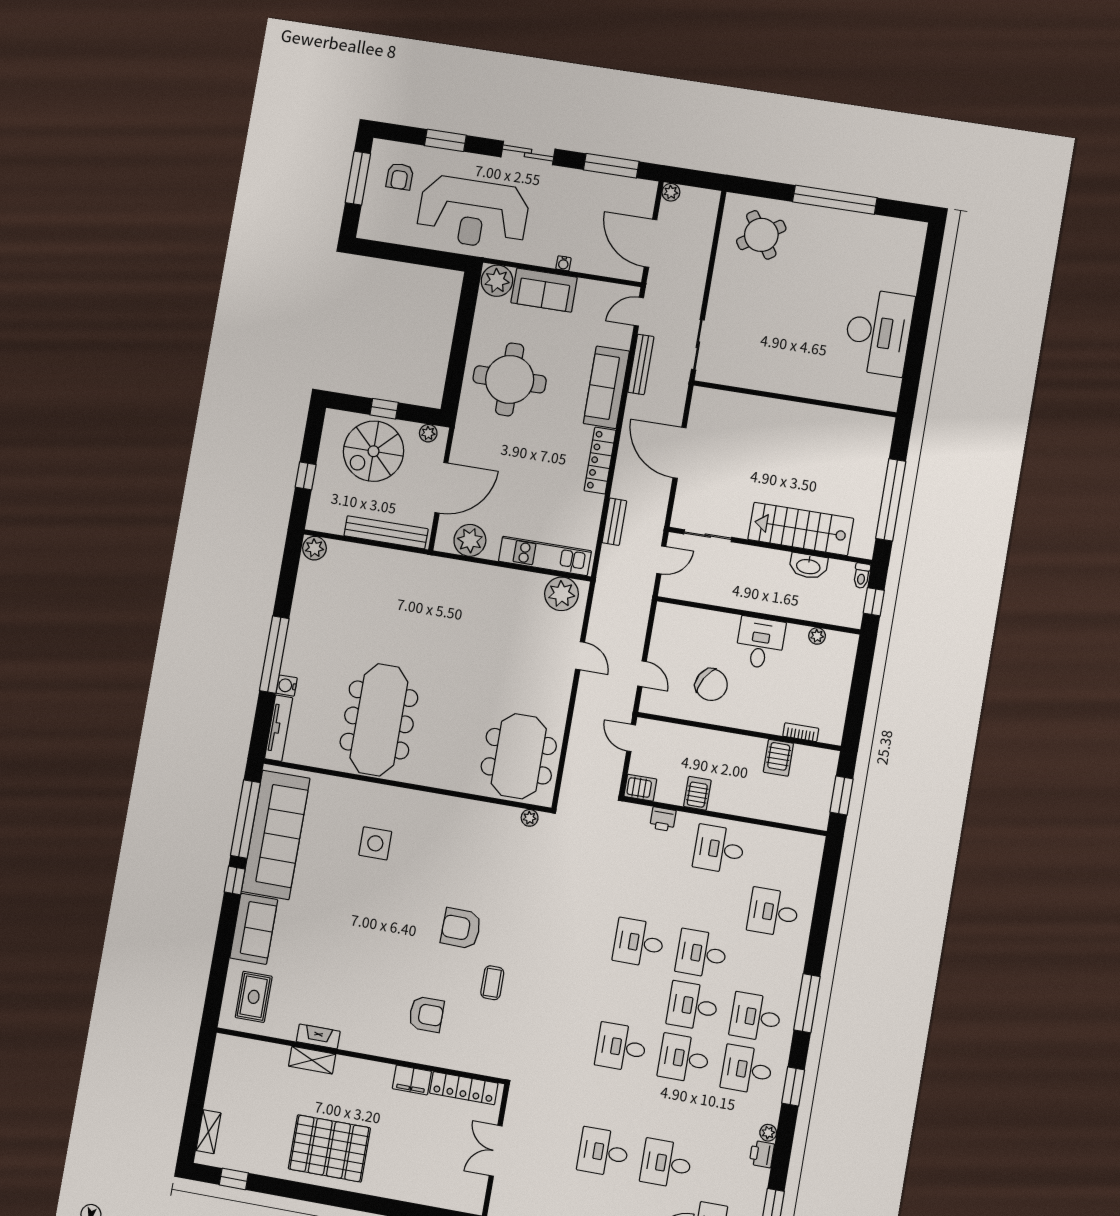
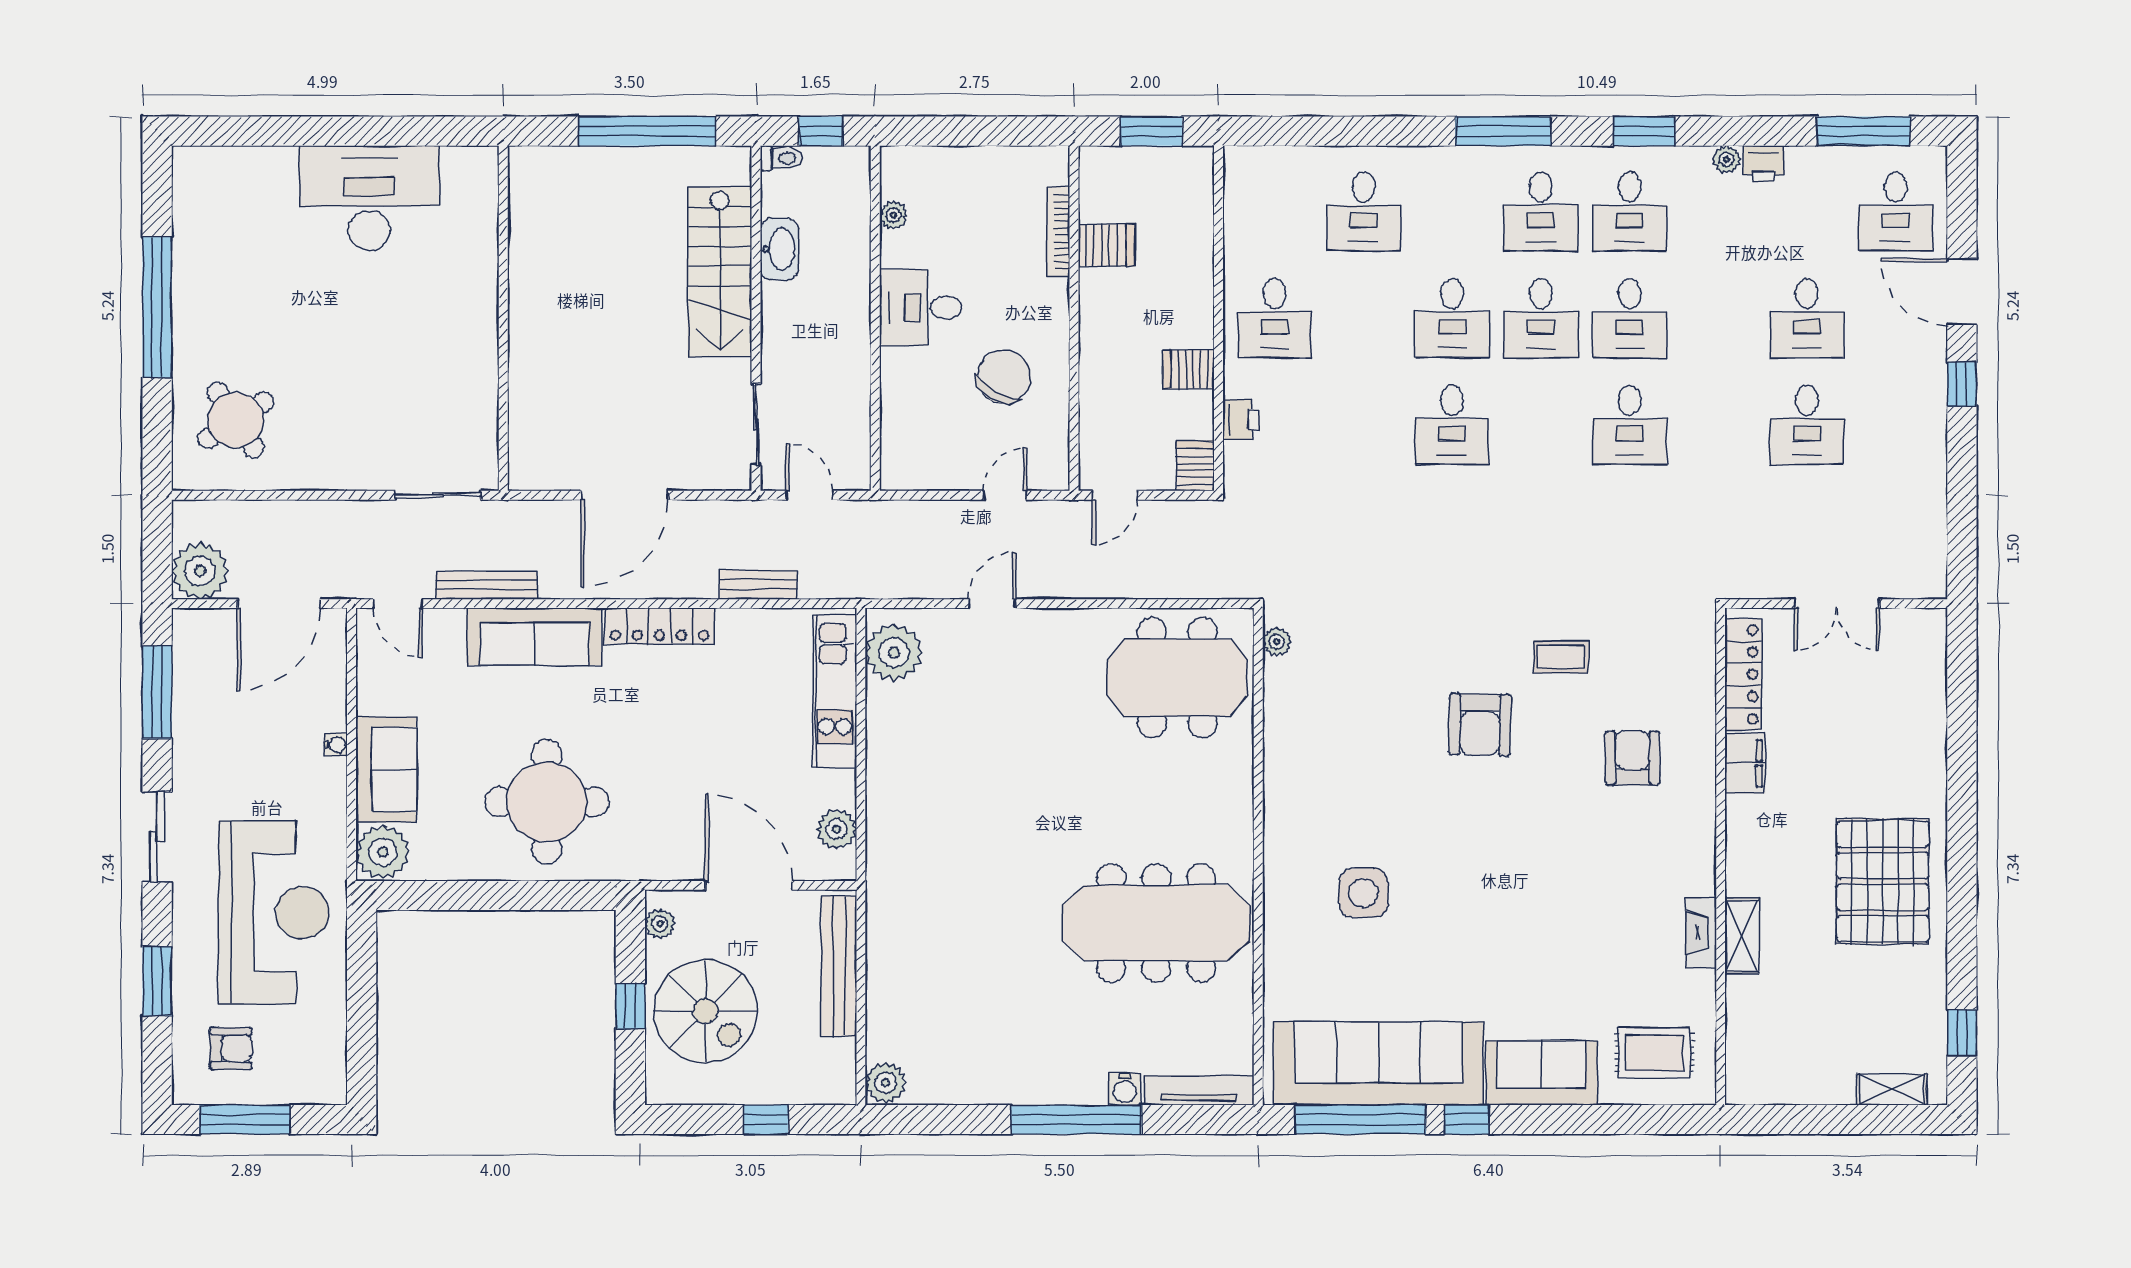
plant: (671, 192) -> (200, 571), width x1.88, depth x1.88
plant: (470, 540) -> (837, 829), width x0.73, depth x0.73
bookcase: (801, 732) -> (1058, 232), width x1.56

